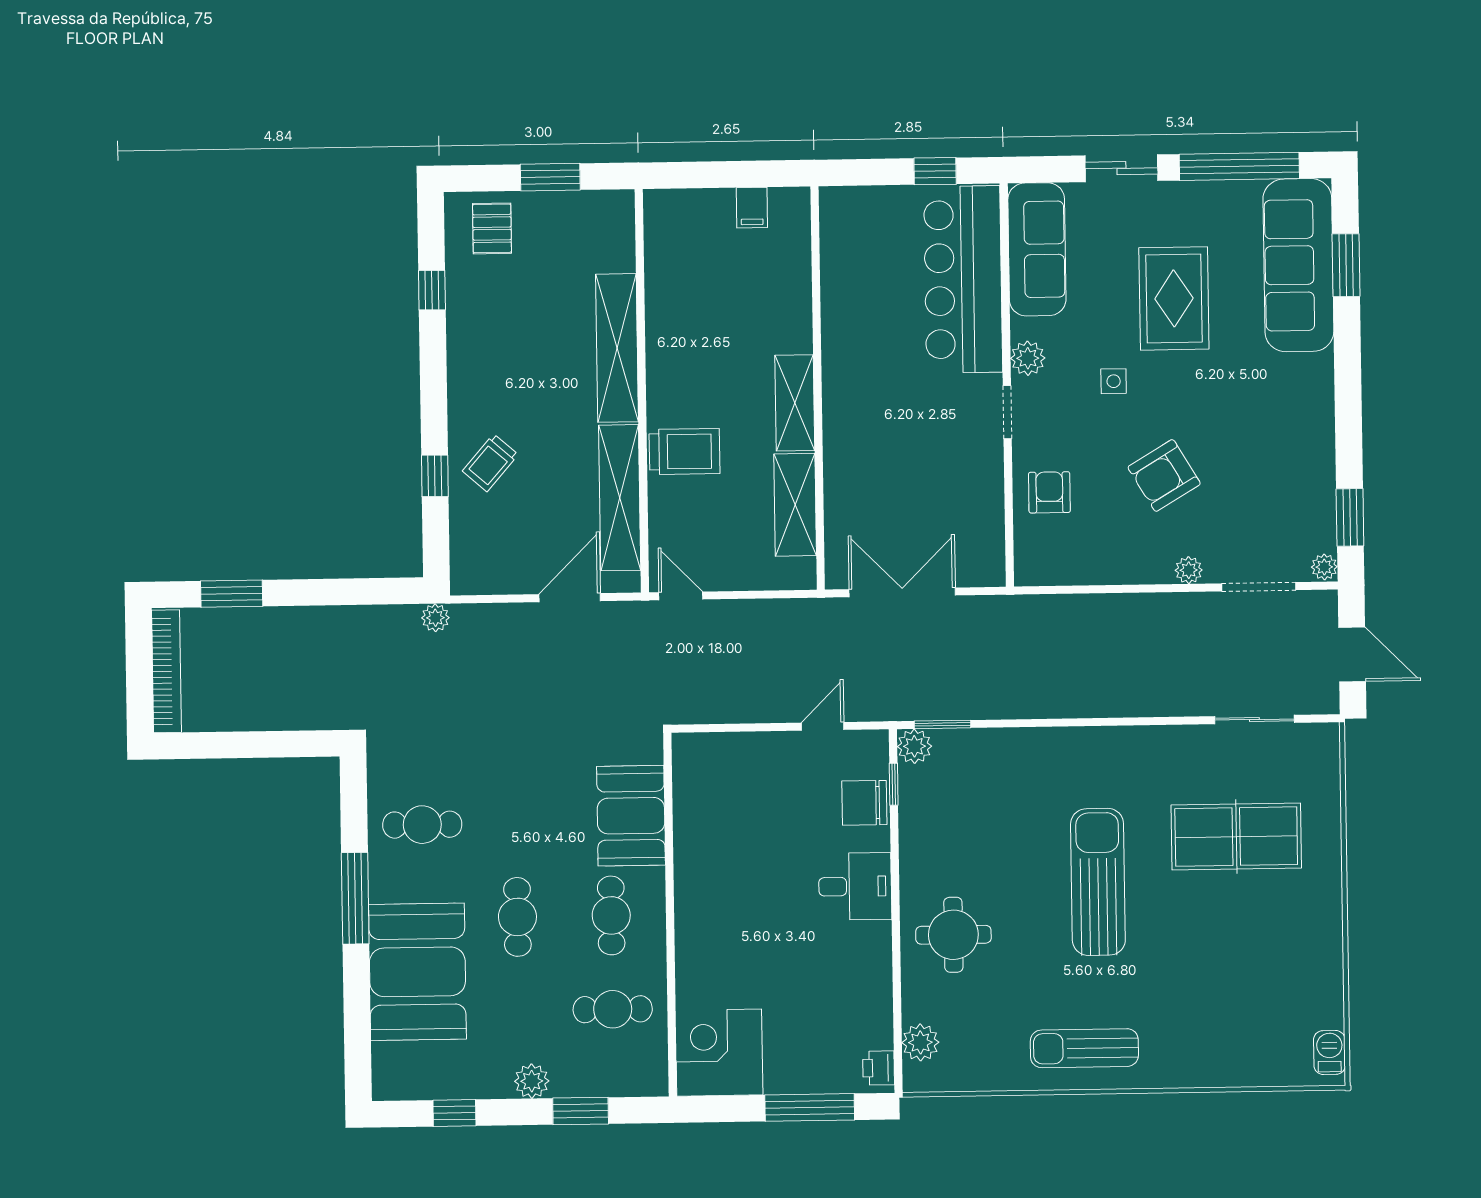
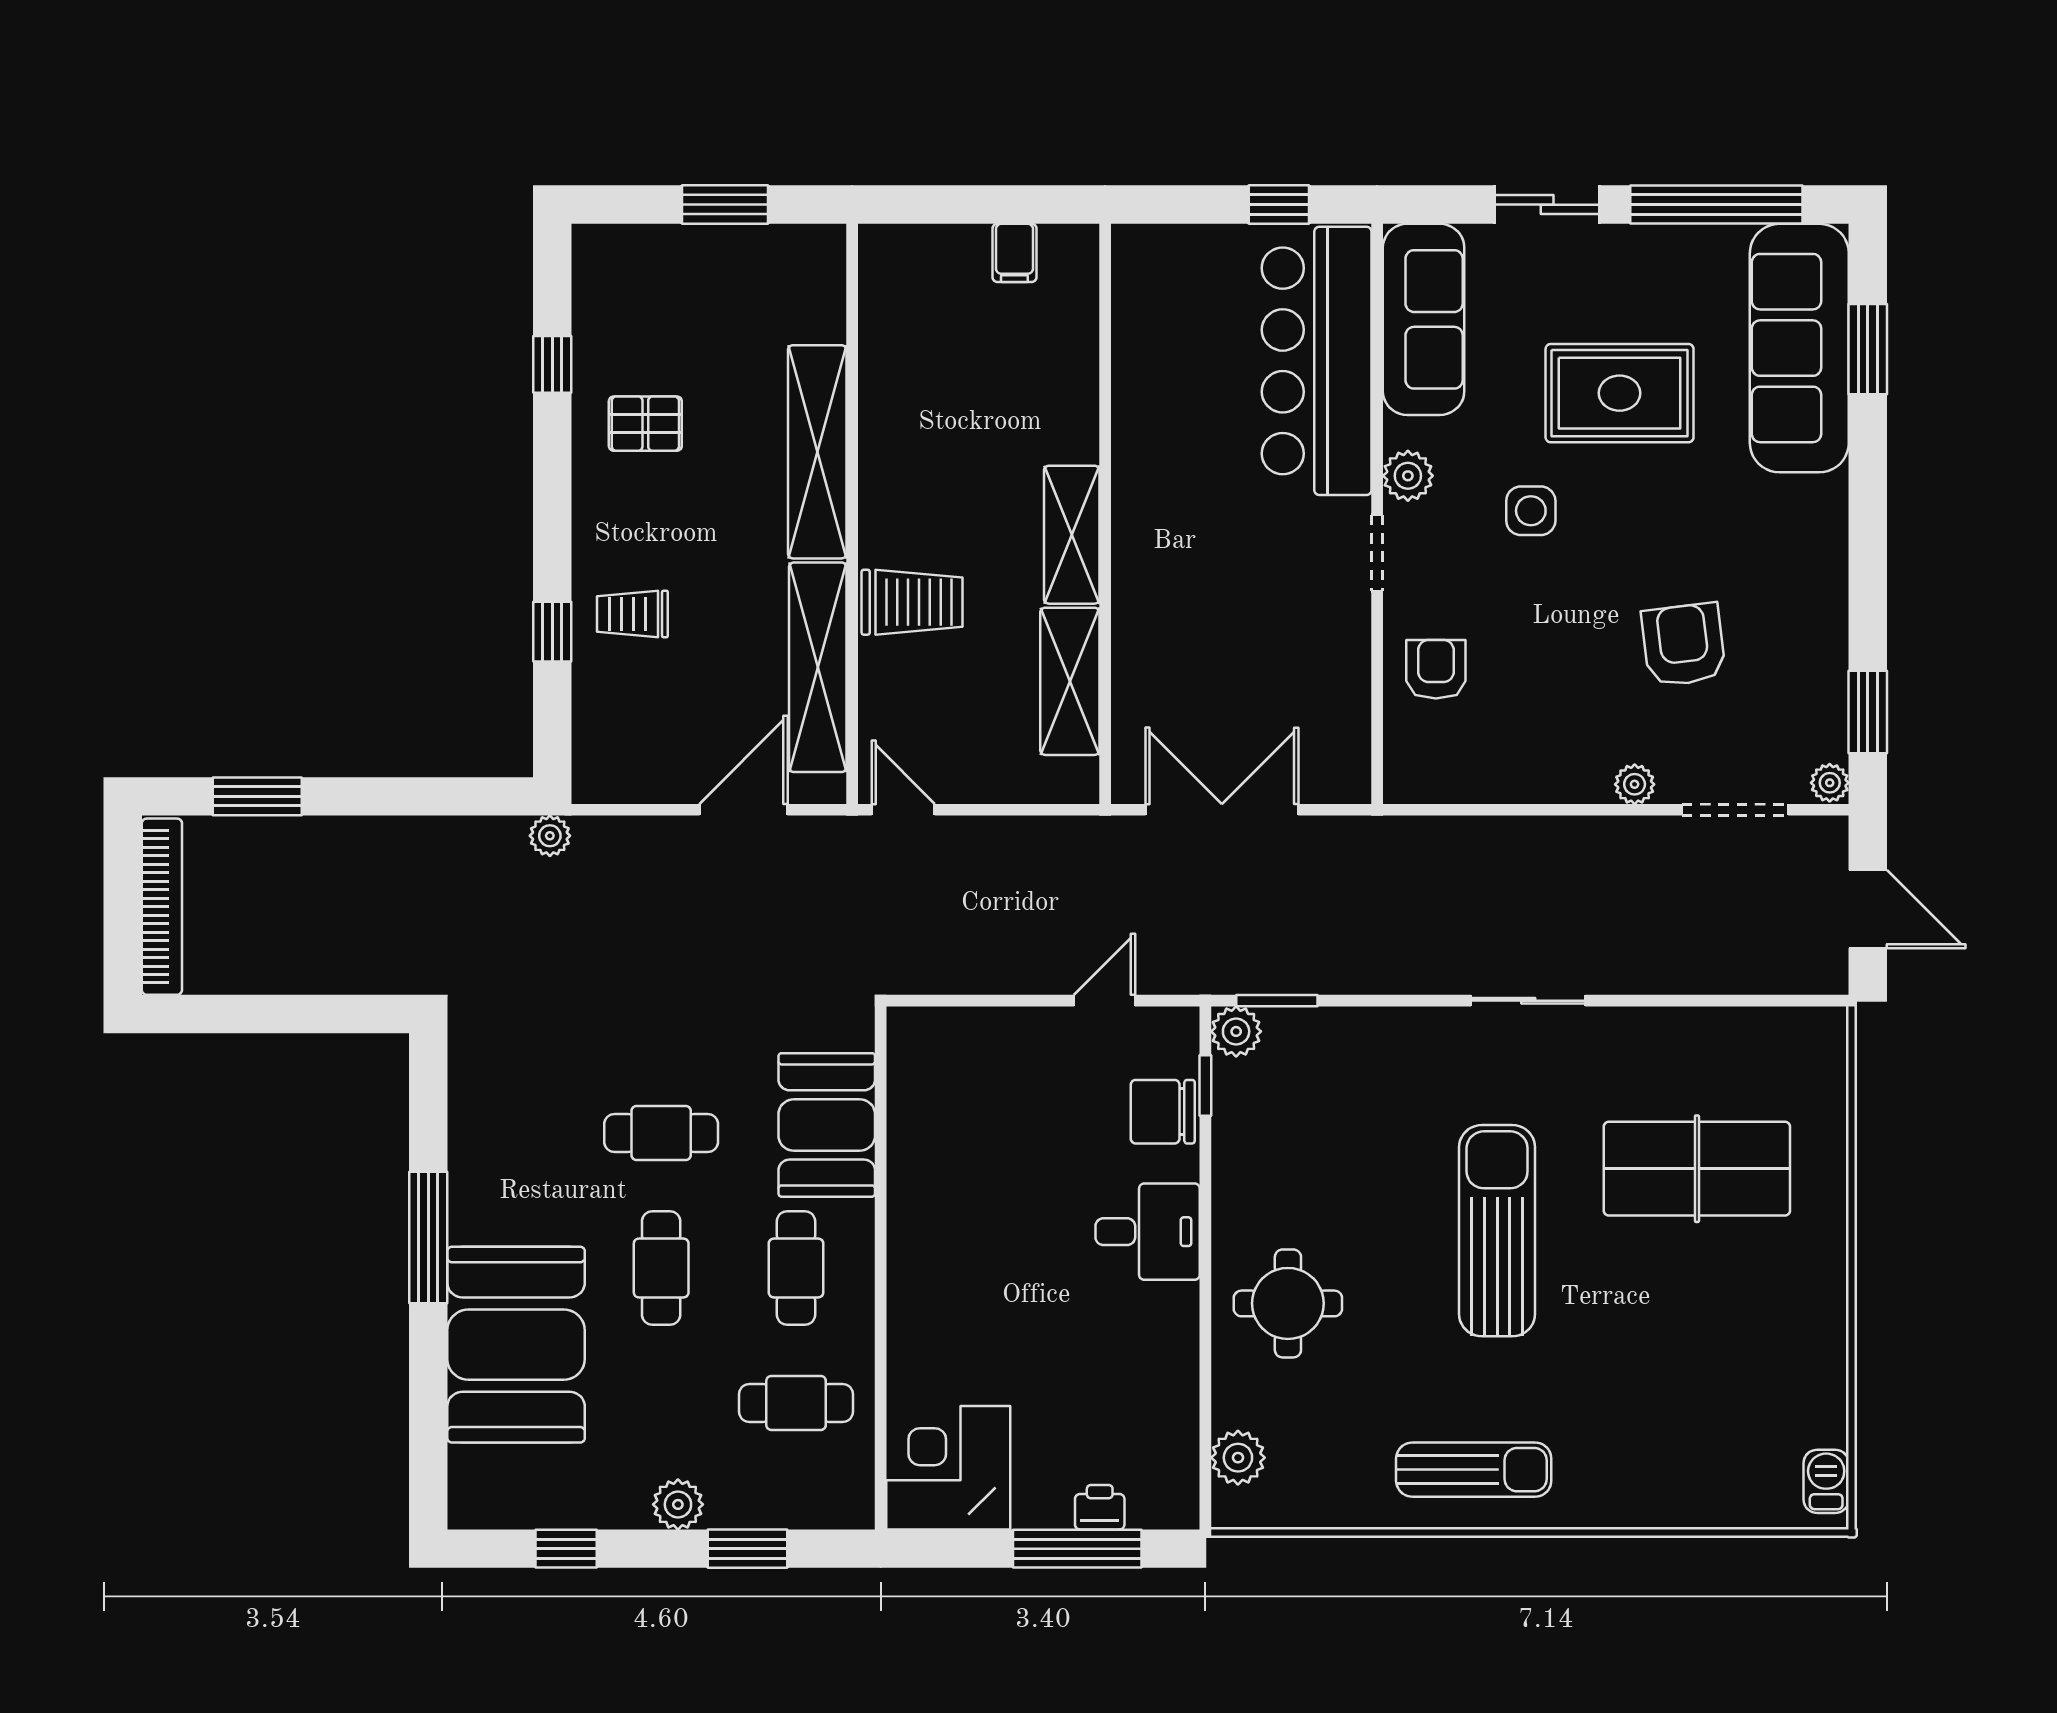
pallet: (492, 228) -> (645, 424), moved, turned 90
rug: (1174, 298) -> (1620, 393), turned 90
side table: (1114, 381) -> (1531, 511), width x1.37, depth x1.37
trolley: (490, 463) -> (632, 614), turned 49
armchair: (1164, 475) -> (1684, 645), moved, turned 114
sliding door: (1254, 720) -> (1528, 1001), moved
cafe table: (422, 825) -> (661, 1133), moved
sun lounger: (1084, 1048) -> (1474, 1470), turned 180
printer: (879, 1068) -> (1100, 1507), moved, turned 90

